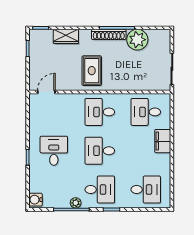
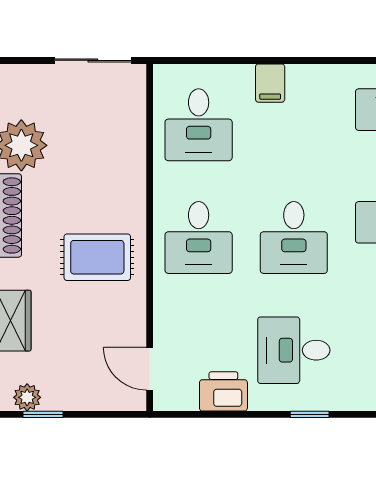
plant: (35, 42) -> (27, 397), added
printer: (37, 122) -> (223, 391), added
filing cabinet: (163, 141) -> (270, 83), width x0.50

